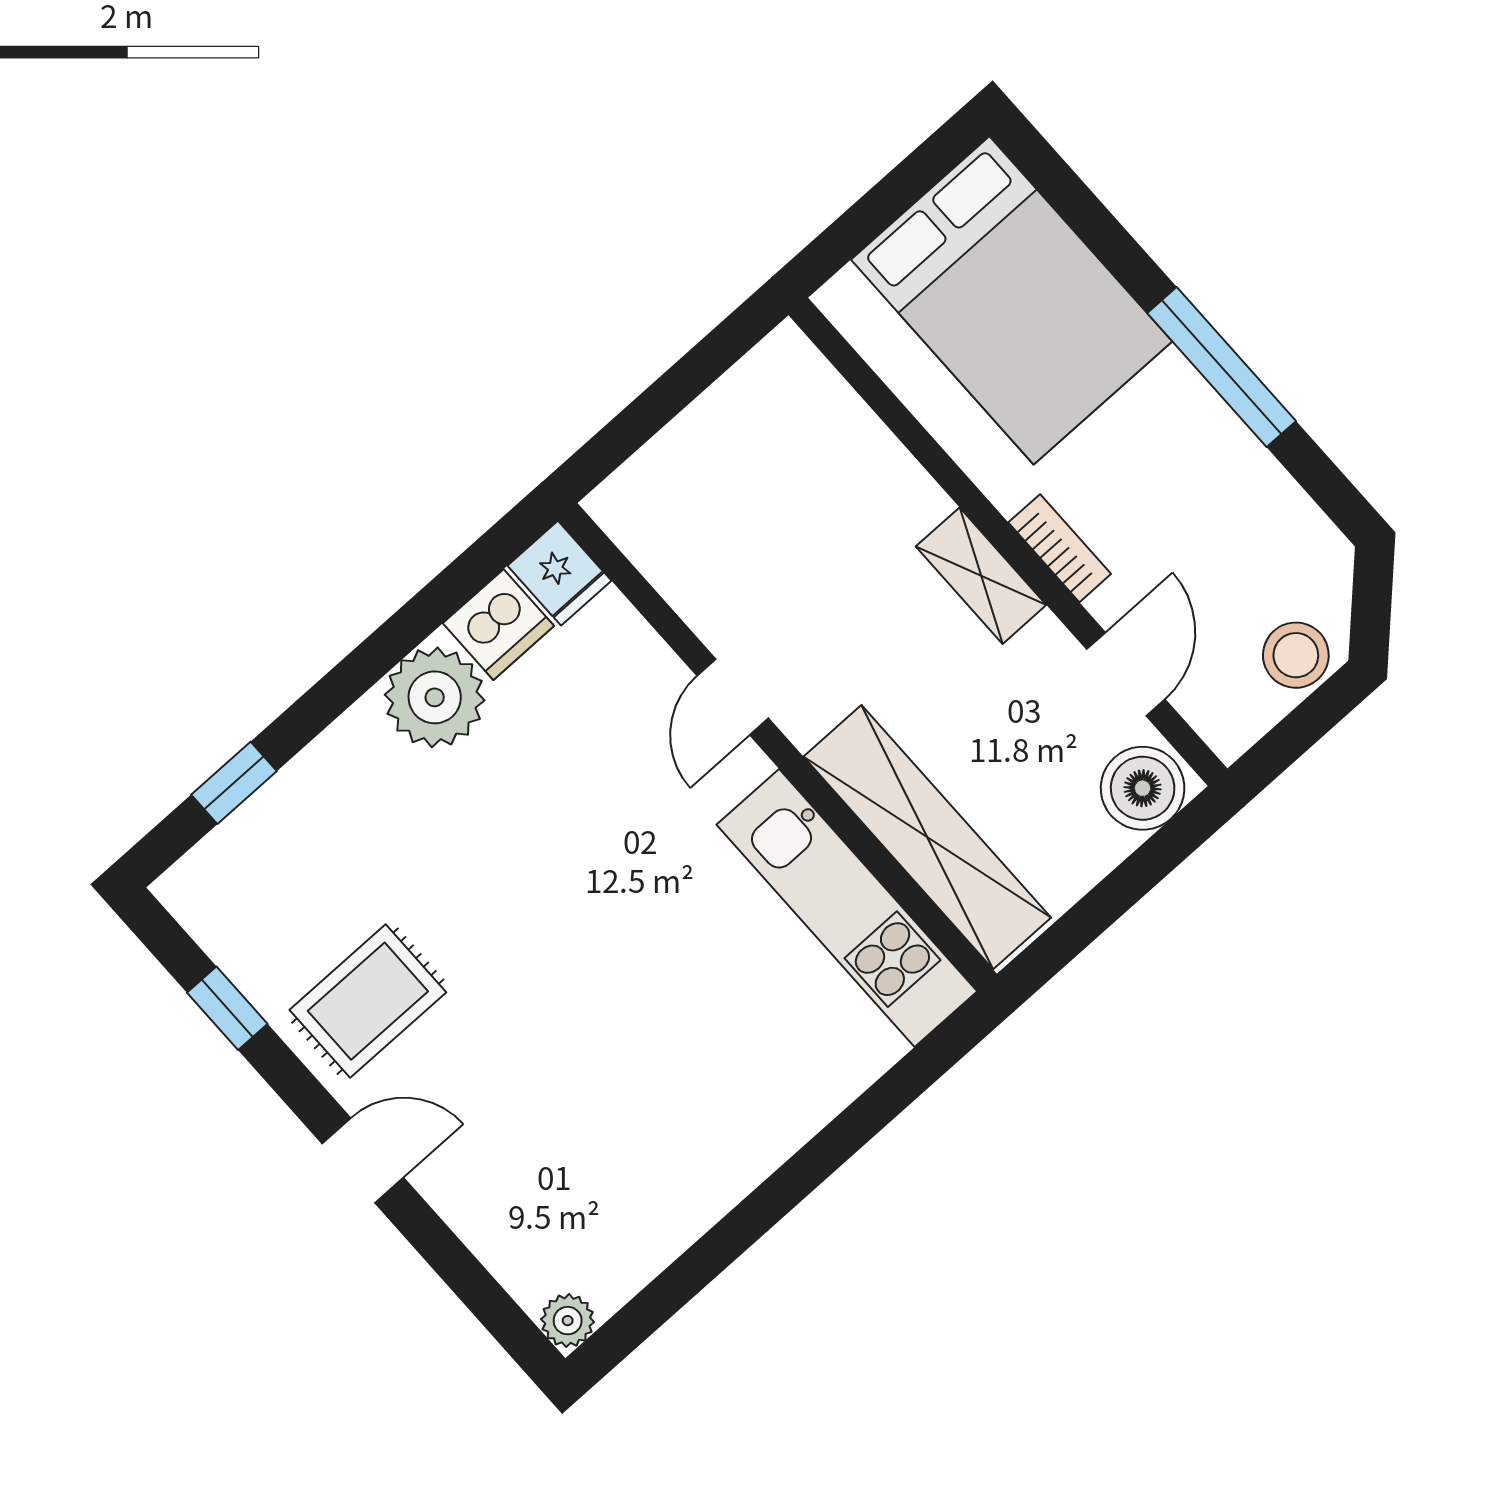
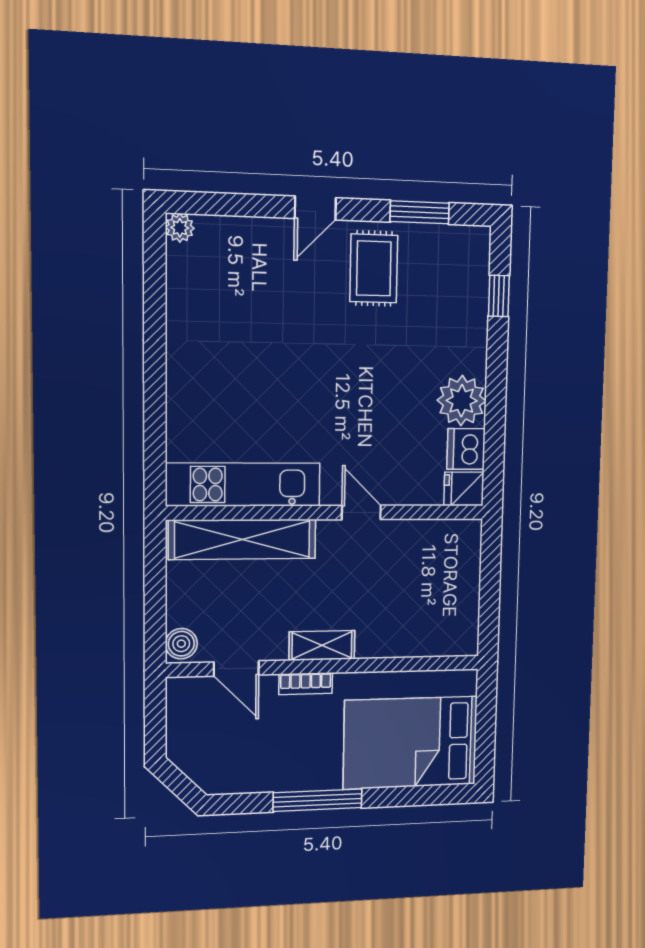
stool: (1296, 655) -> (185, 739), removed
boiler: (1143, 788) -> (181, 644), width x0.73, depth x0.73
window: (227, 1008) -> (420, 212), width x1.50

